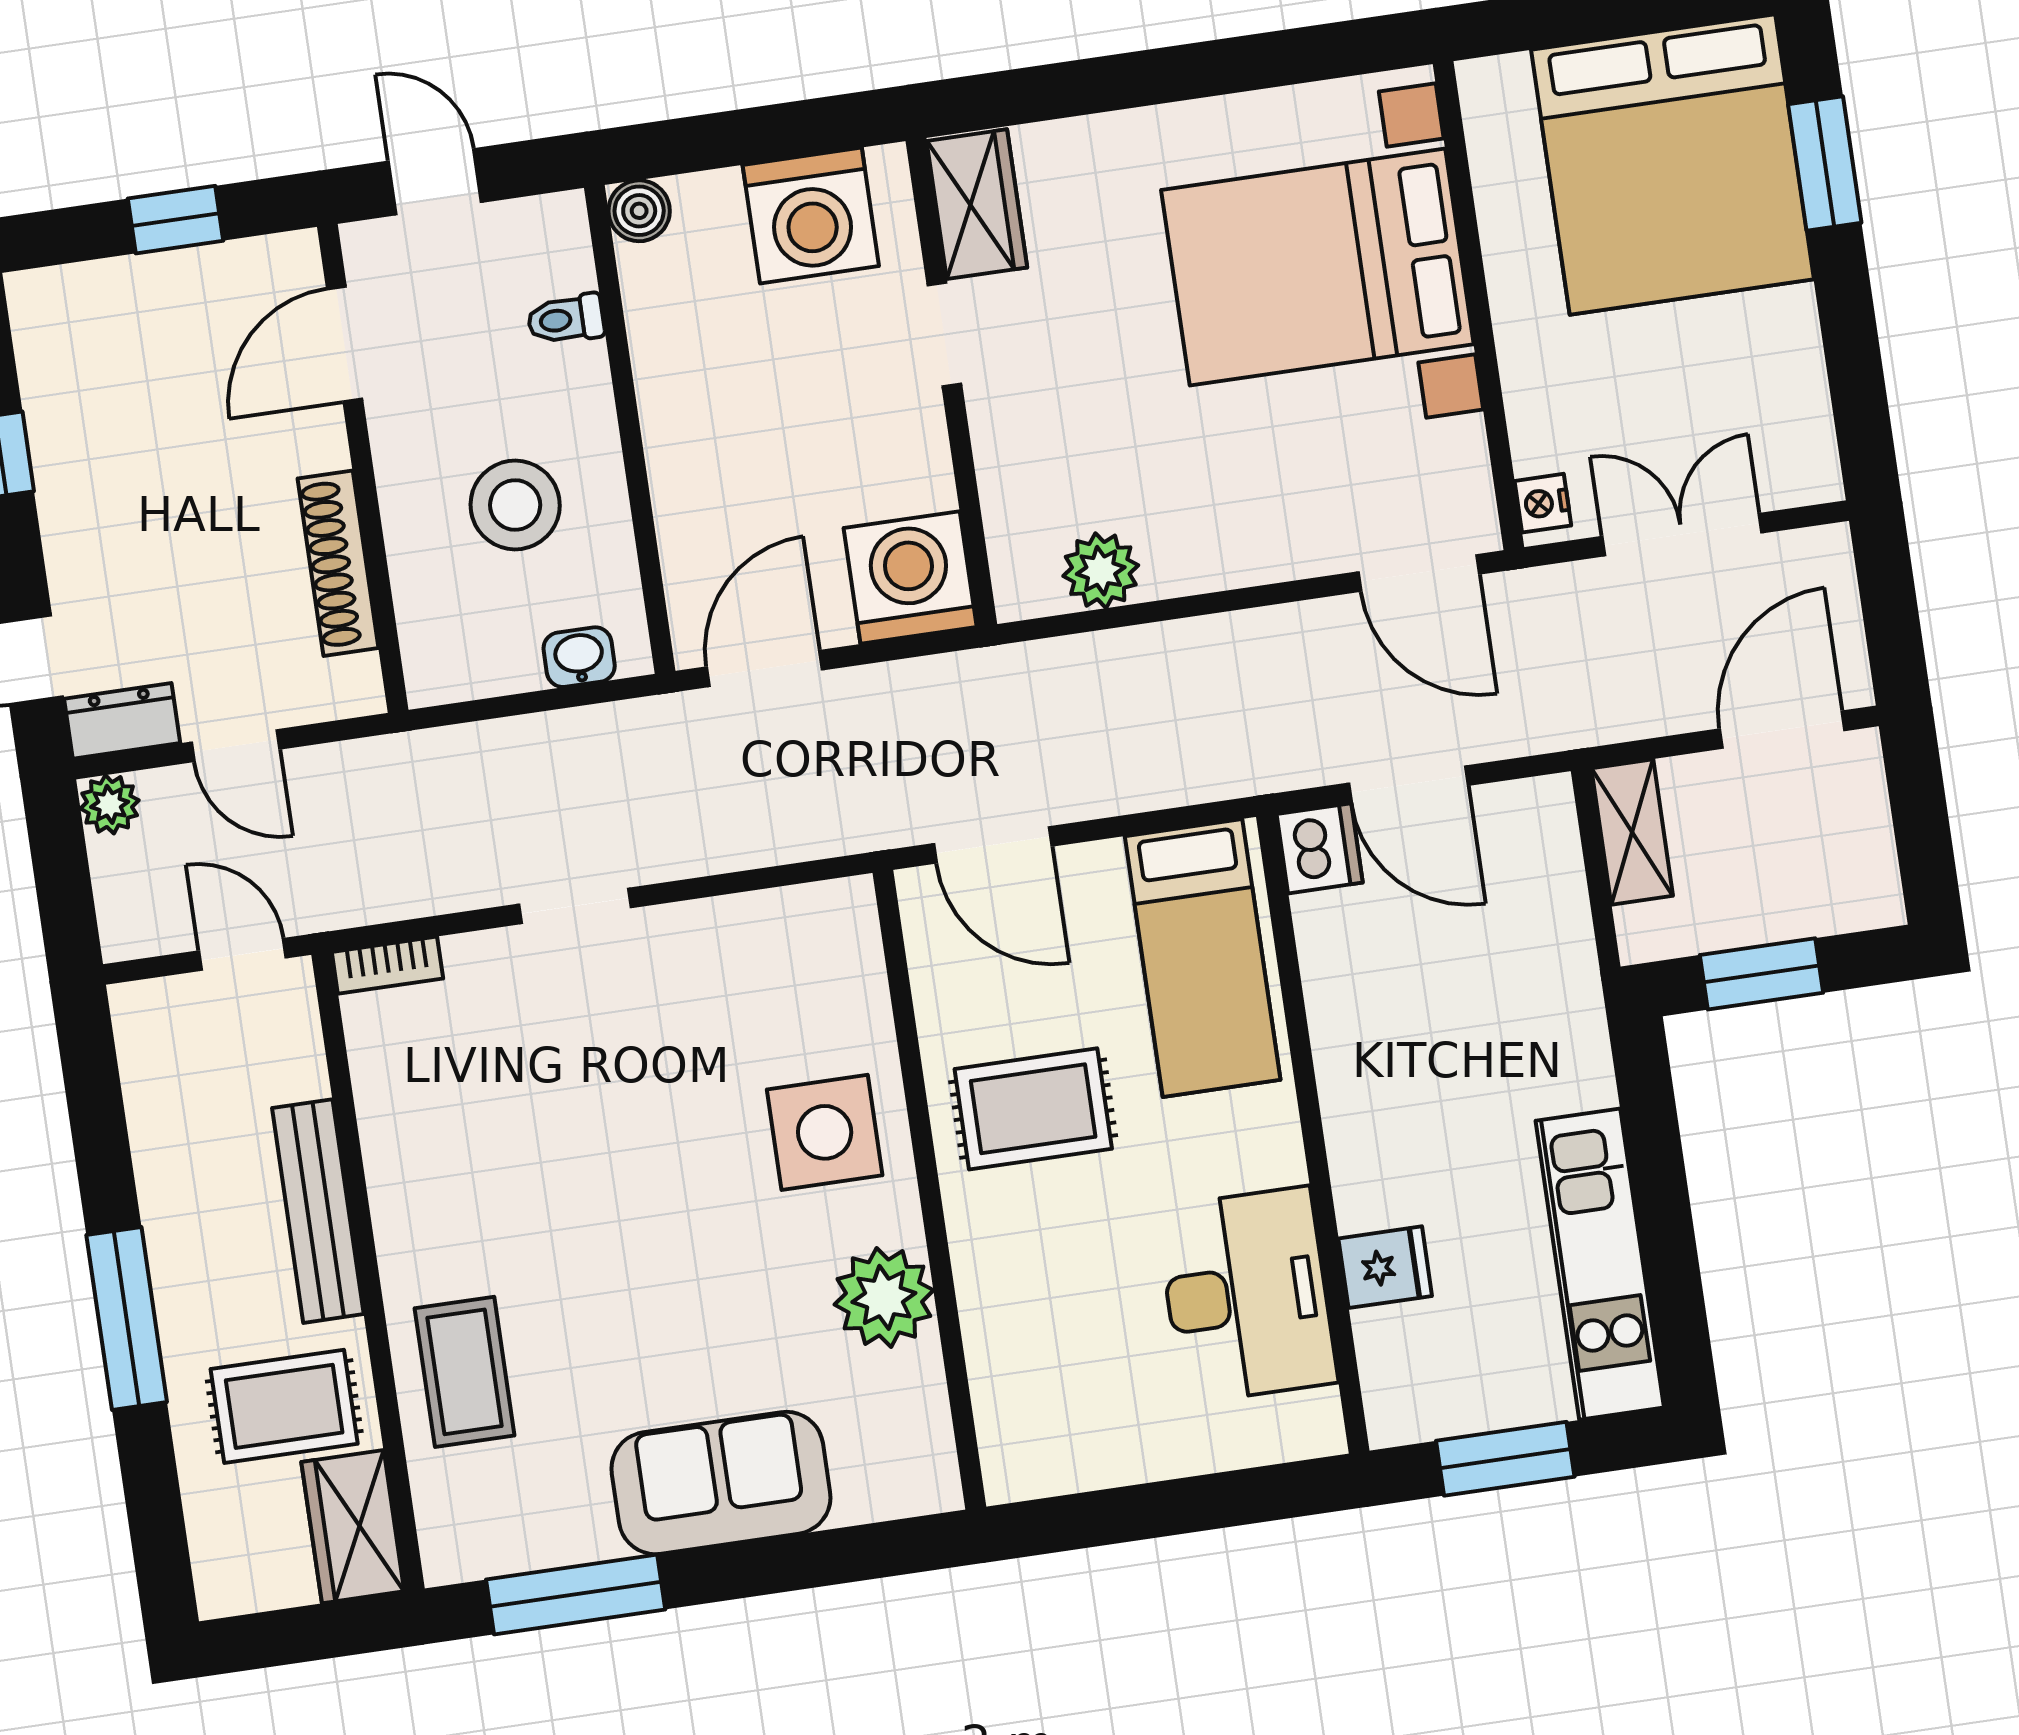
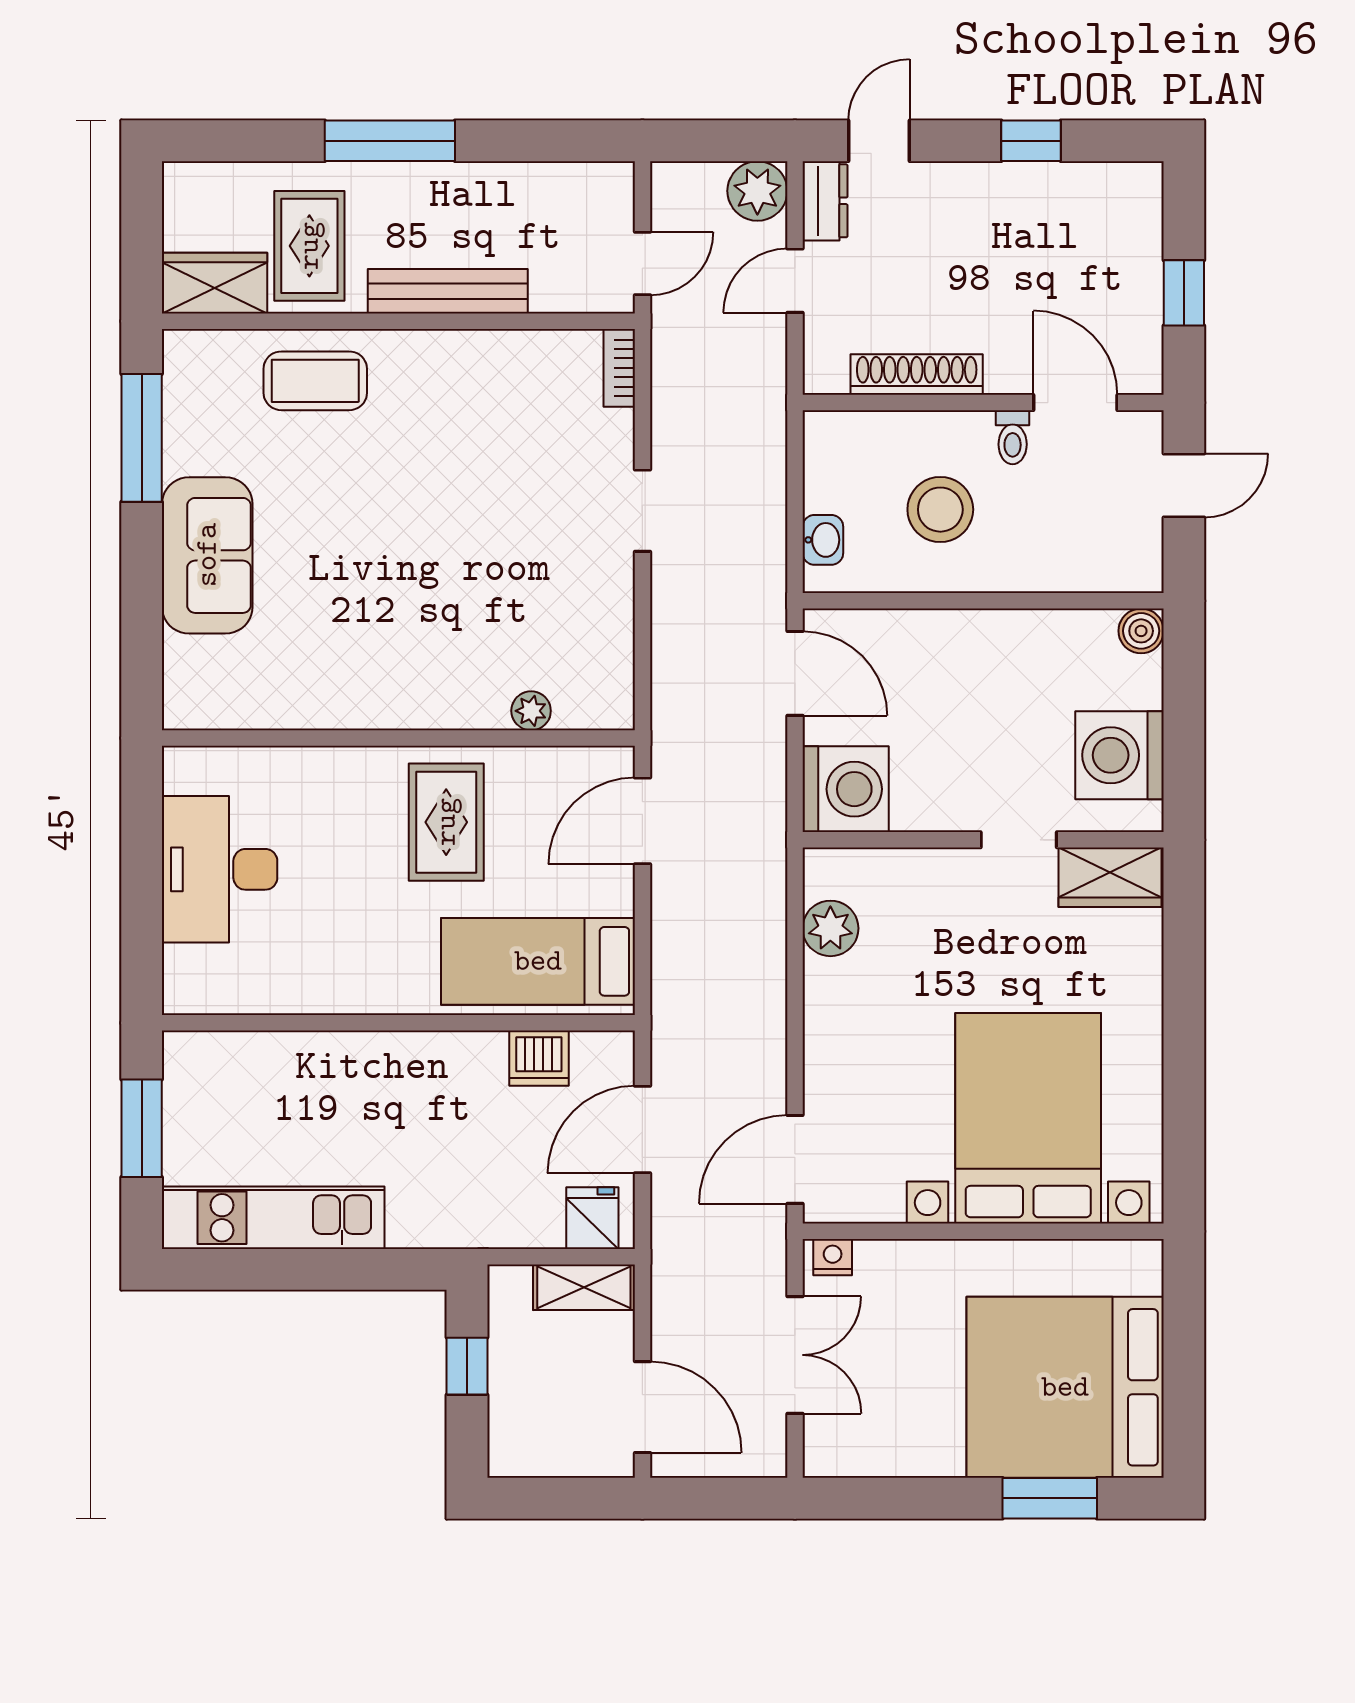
toilet: (566, 319) -> (1013, 437), moved, turned 180
plant: (110, 804) -> (757, 191), width x1.38, depth x1.38
dishwasher: (1320, 848) -> (539, 1058), moved
window: (1762, 974) -> (467, 1366), width x0.67
side table: (825, 1132) -> (451, 668), removed
fridge: (1385, 1267) -> (592, 1218), moved, turned 180
desk: (1247, 1295) -> (220, 869), moved, turned 90
plant: (884, 1297) -> (531, 711), moved, width x0.53, depth x0.53

